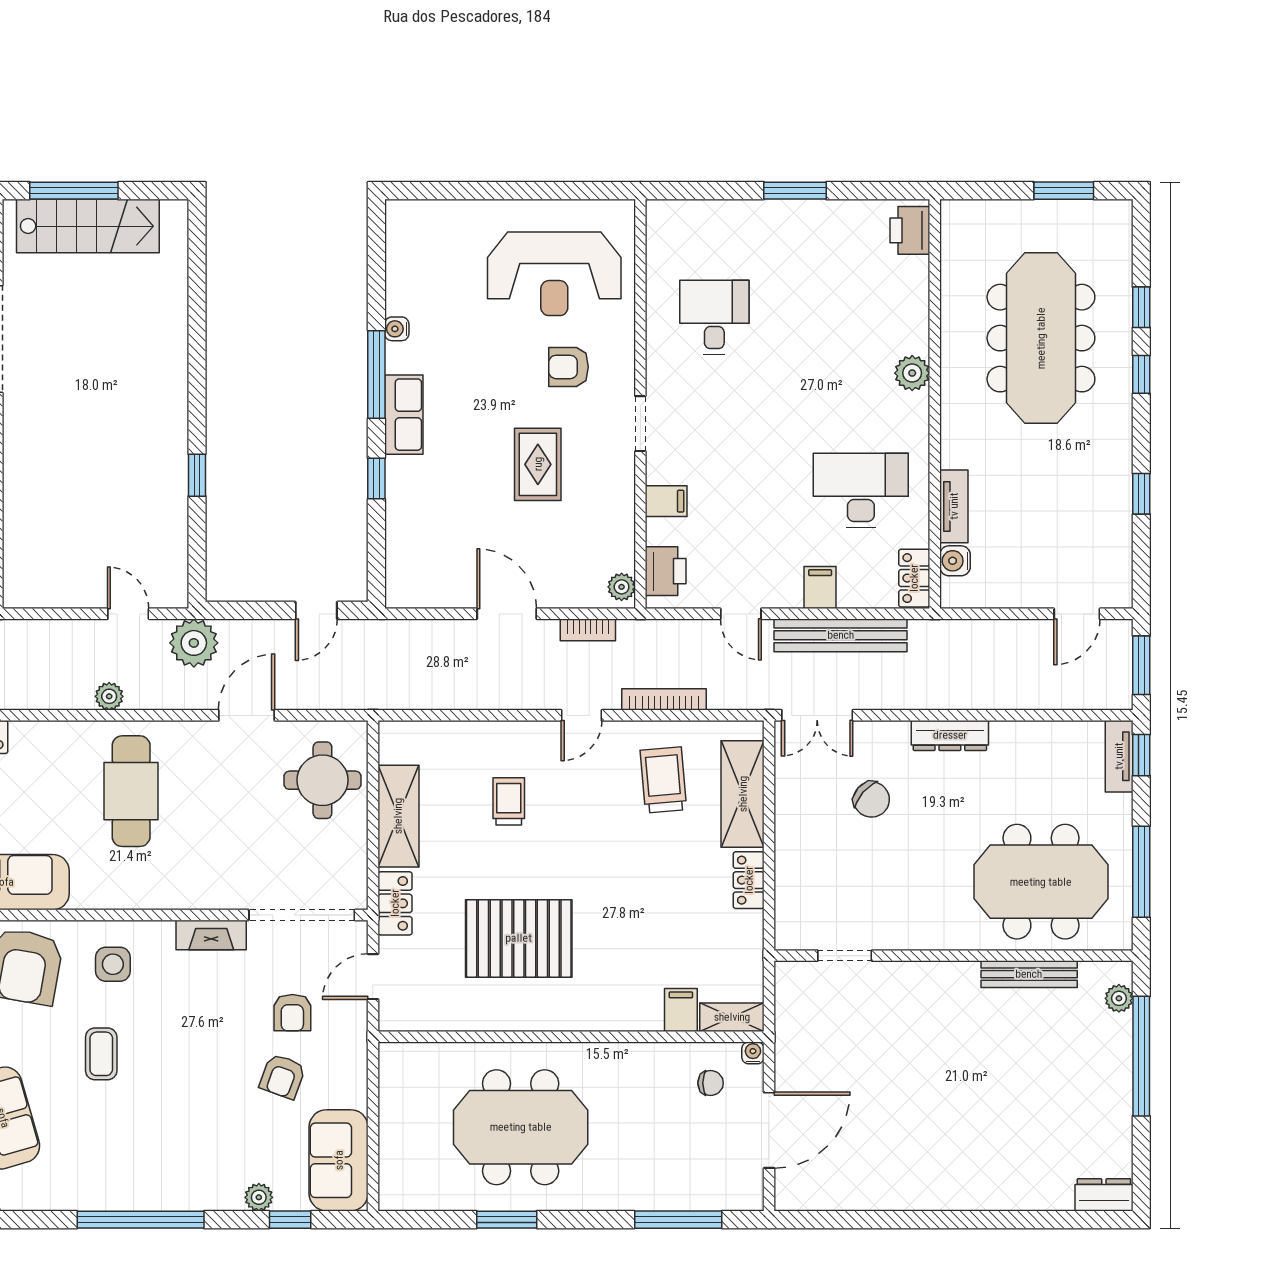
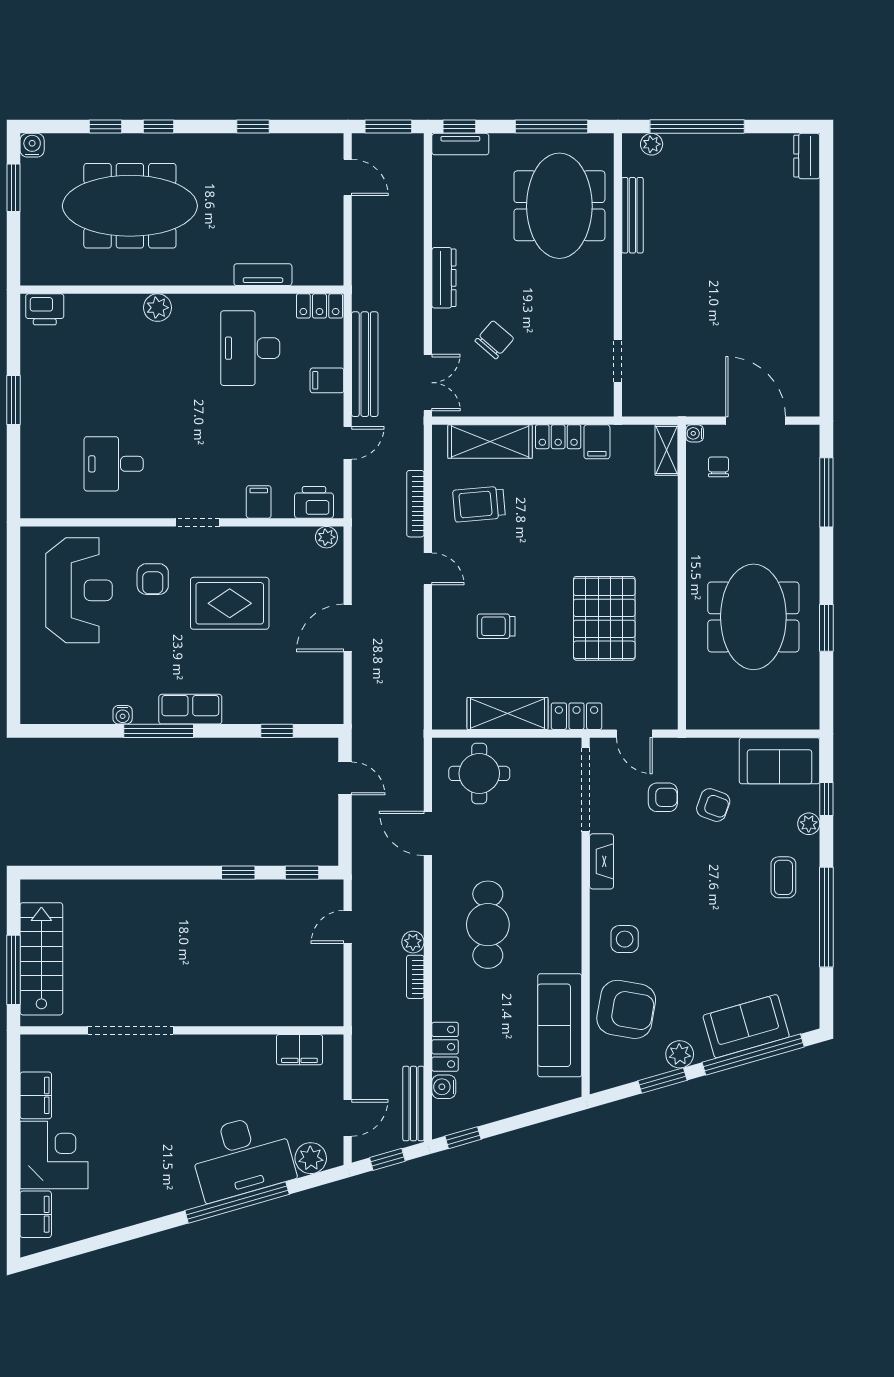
rug: (538, 464) -> (230, 603), width x1.36, depth x1.43
window: (376, 479) -> (277, 731), moved
window: (197, 556) -> (302, 873), added
water cooler: (955, 561) -> (32, 145), moved, turned 180
bookcase: (588, 630) -> (415, 977), moved, turned 180
plant: (194, 643) -> (371, 875), removed
cafe table: (131, 791) -> (488, 925), turned 90
filing cabinet: (681, 1010) -> (597, 442), moved, turned -90
coffee table: (101, 1054) -> (783, 877), moved, turned 90

